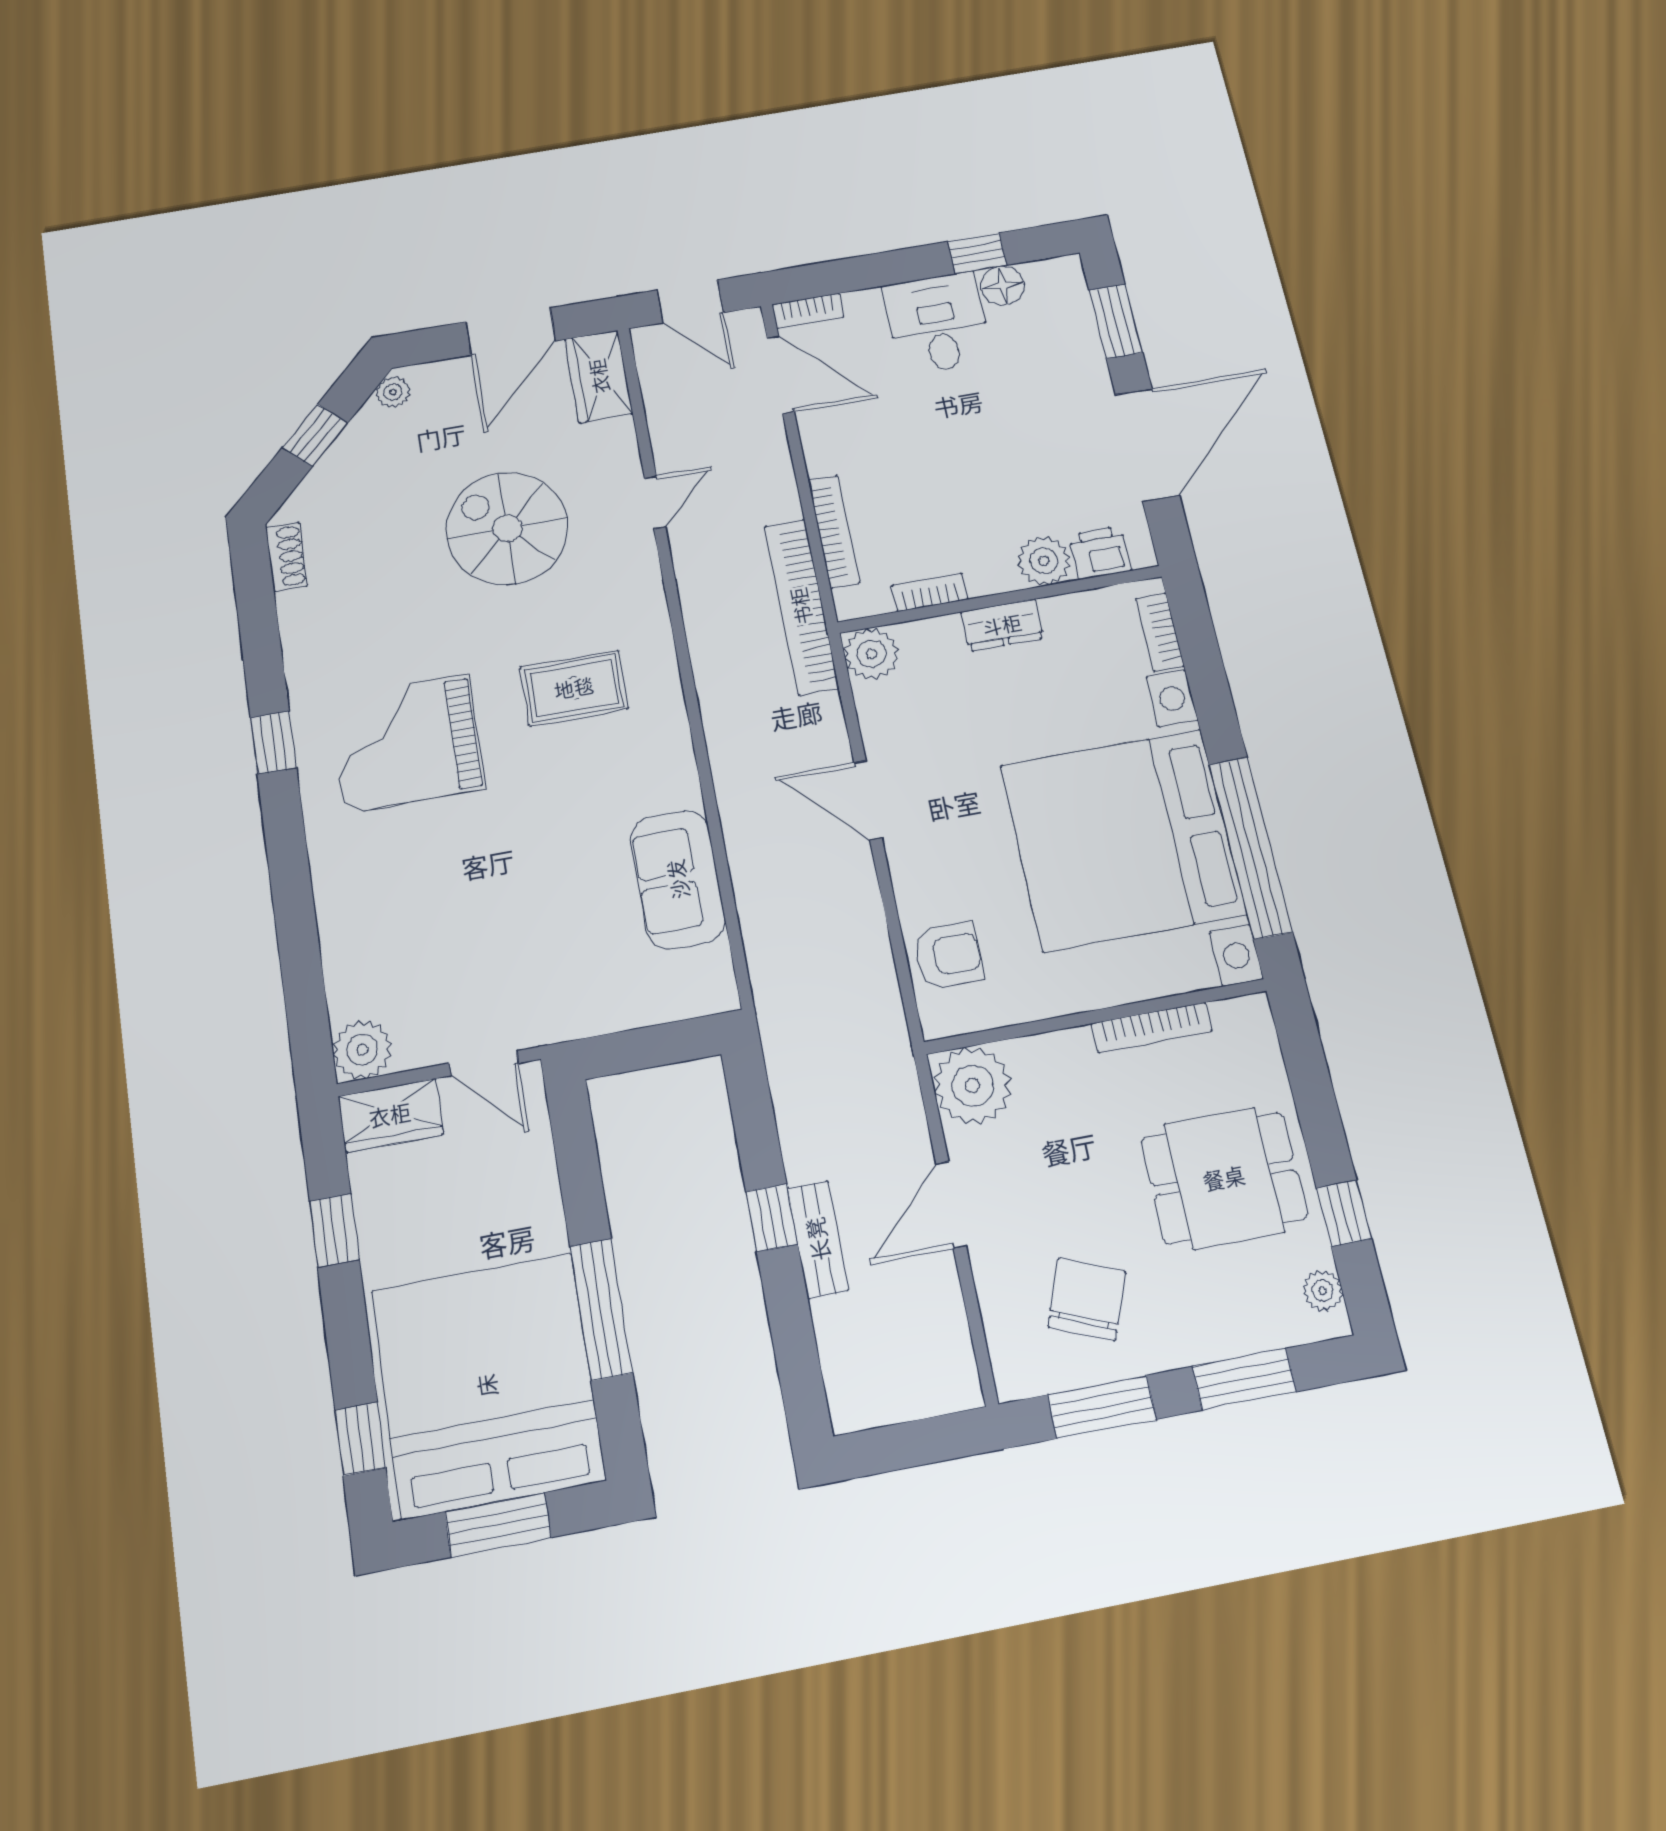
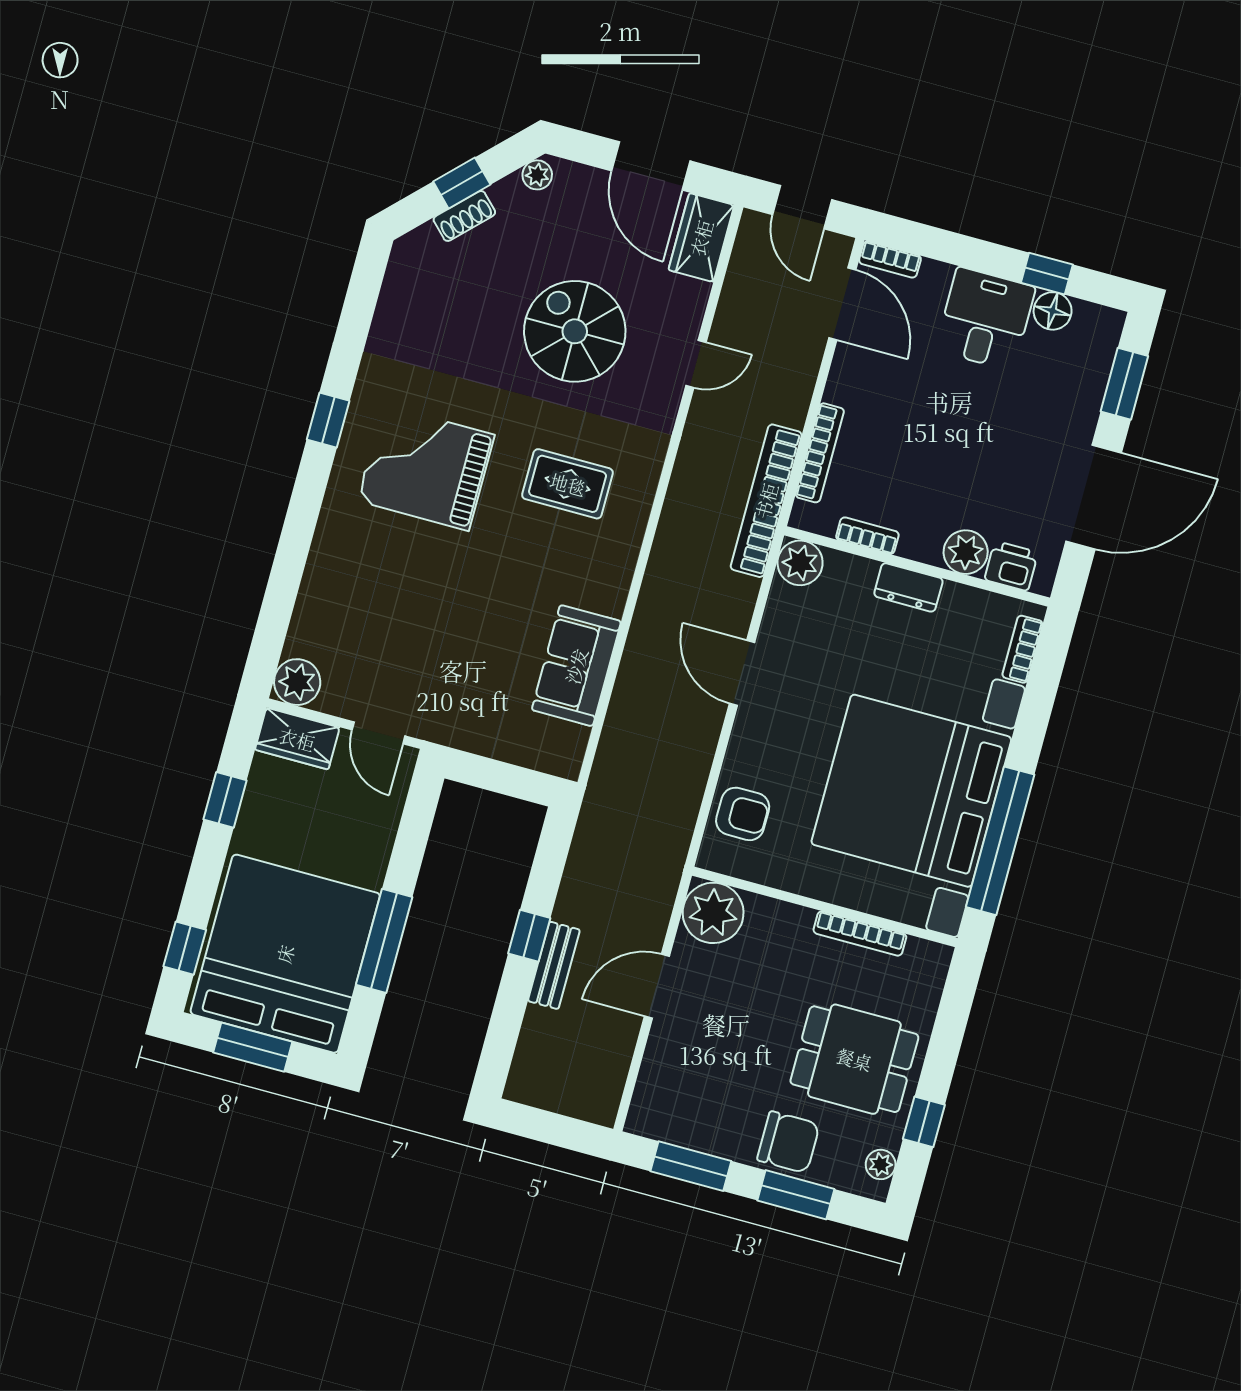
door: (511, 331) -> (651, 166), hinge flipped
shoe rack: (286, 557) -> (464, 216), moved, turned 45
chair: (1087, 1299) -> (788, 1142), moved, turned 68

